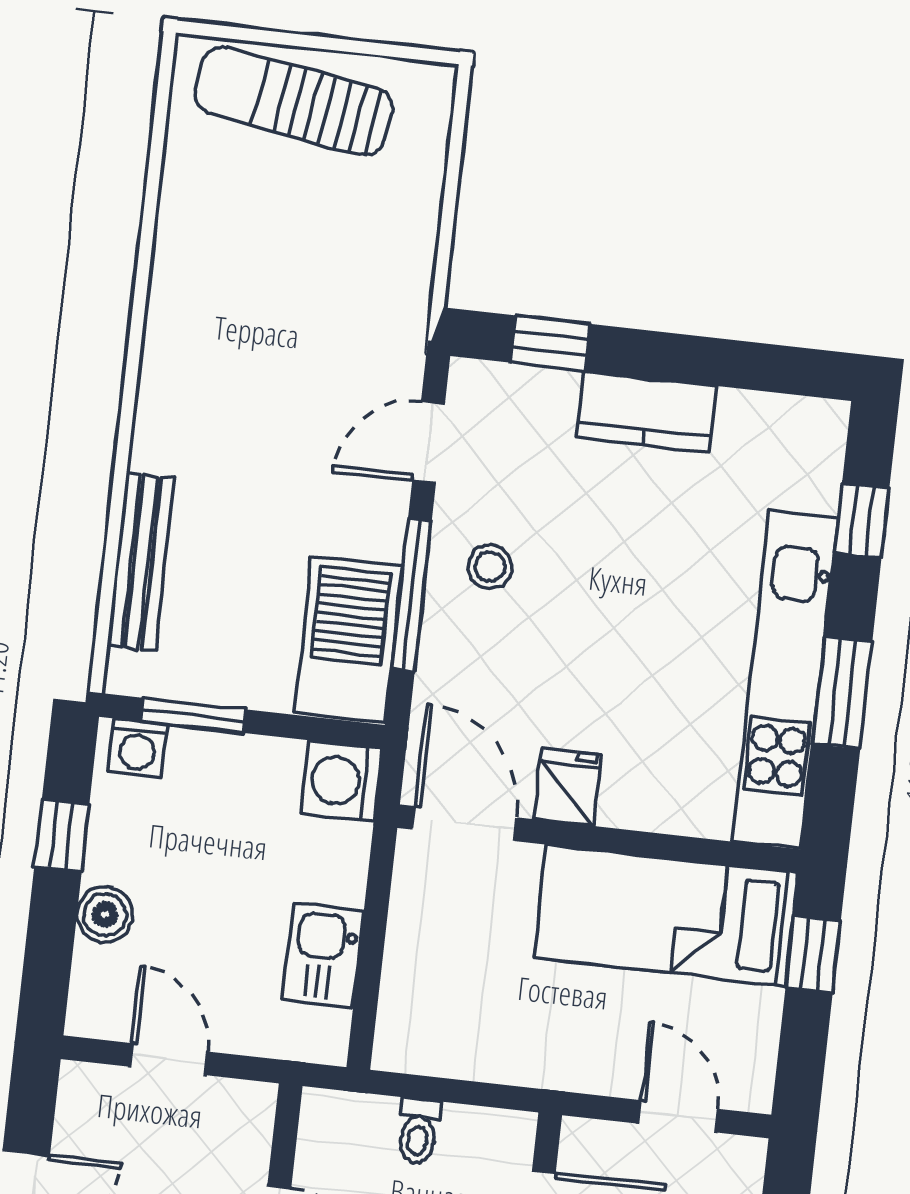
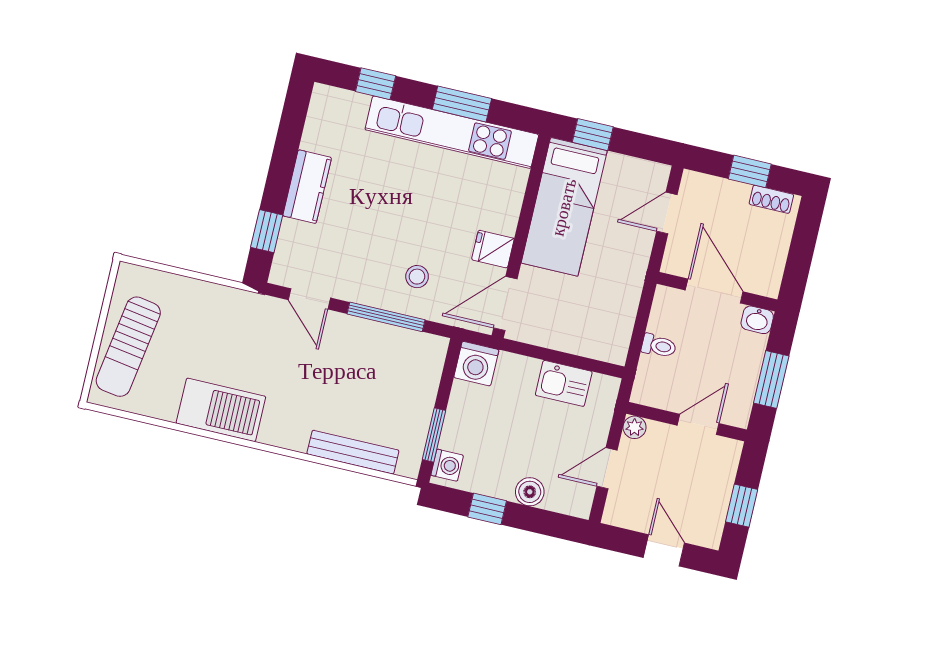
stool: (490, 567) -> (417, 277), moved
barbecue: (348, 640) -> (221, 410), moved, turned 180
plant: (254, 1103) -> (635, 427), added

